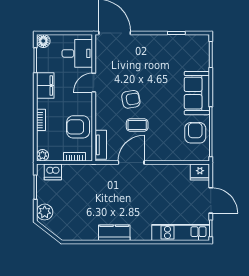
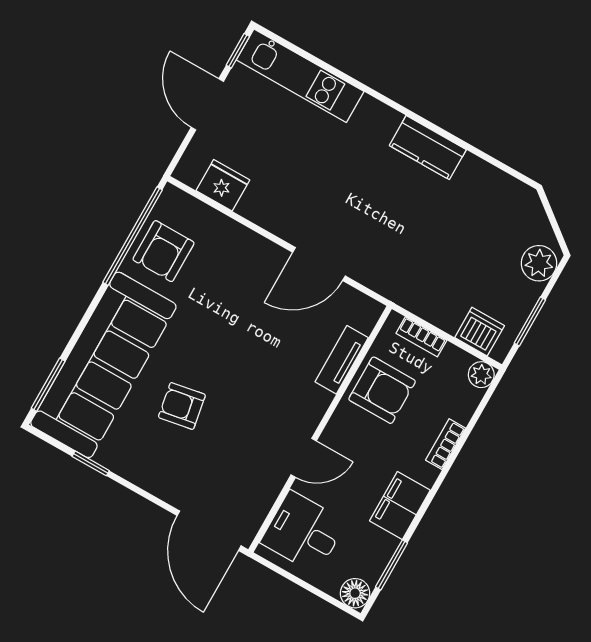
sofa: (197, 93) -> (103, 365), width x1.85, depth x1.27
armchair: (131, 99) -> (182, 406), moved
coffee table: (137, 125) -> (266, 329), removed
tv unit: (101, 145) -> (342, 360), moved
fridge: (200, 172) -> (223, 185), moved

